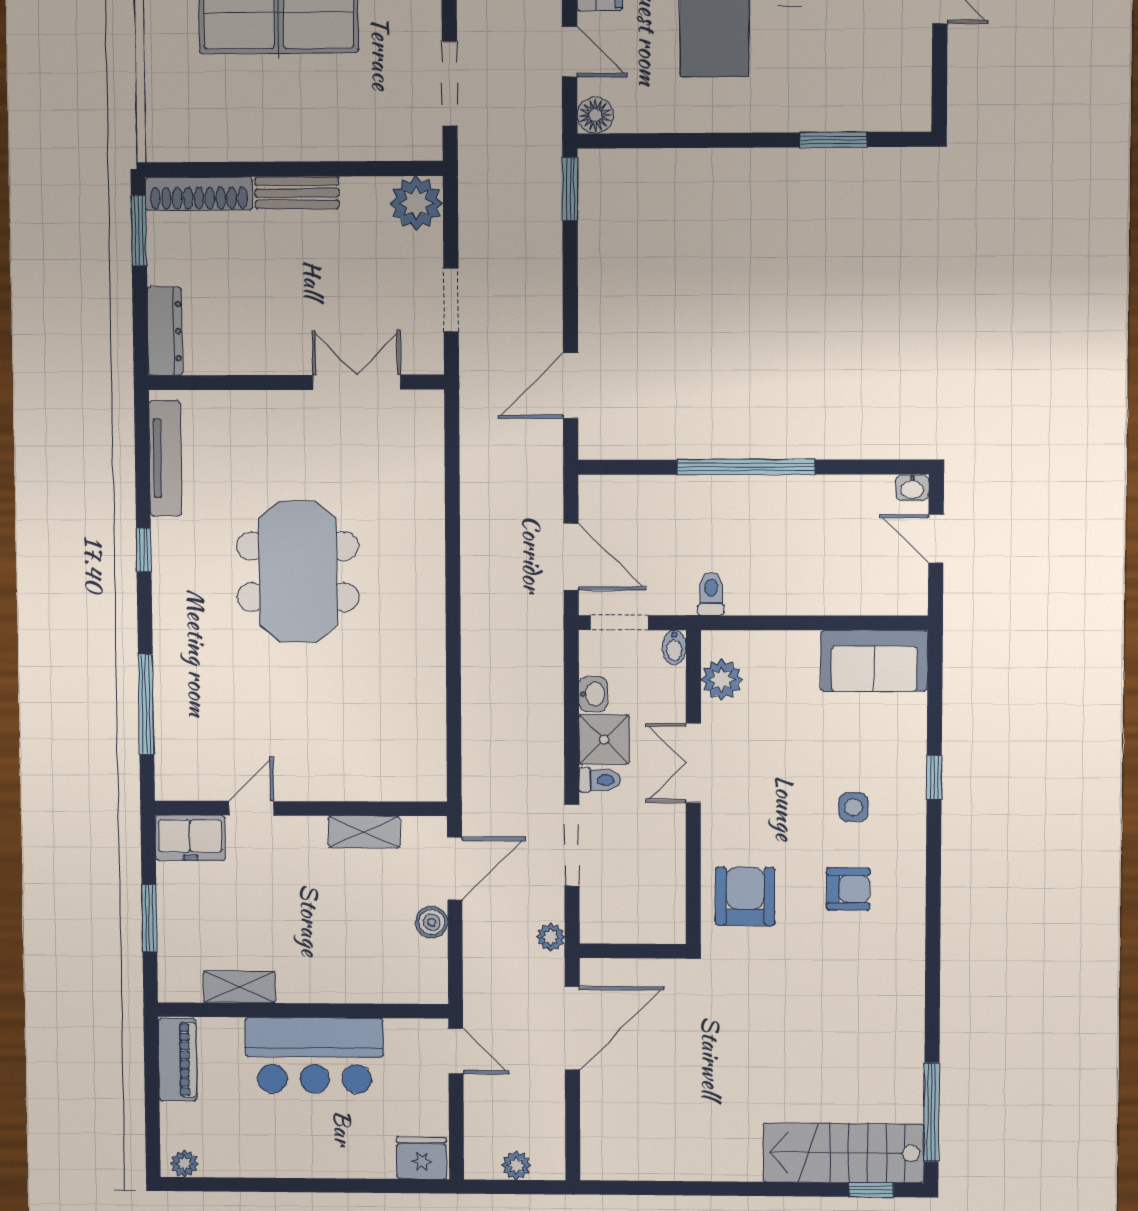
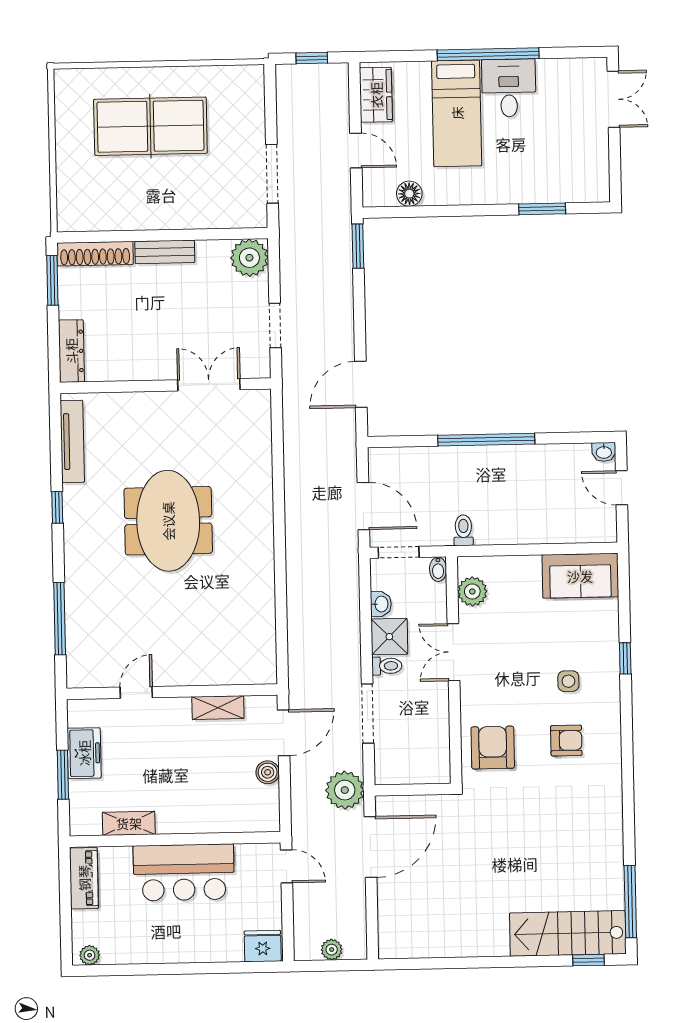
floor lamp: (595, 115) -> (409, 194), moved
freezer: (190, 838) -> (84, 753), moved, turned -90
plant: (551, 937) -> (345, 790), width x1.87, depth x1.87

